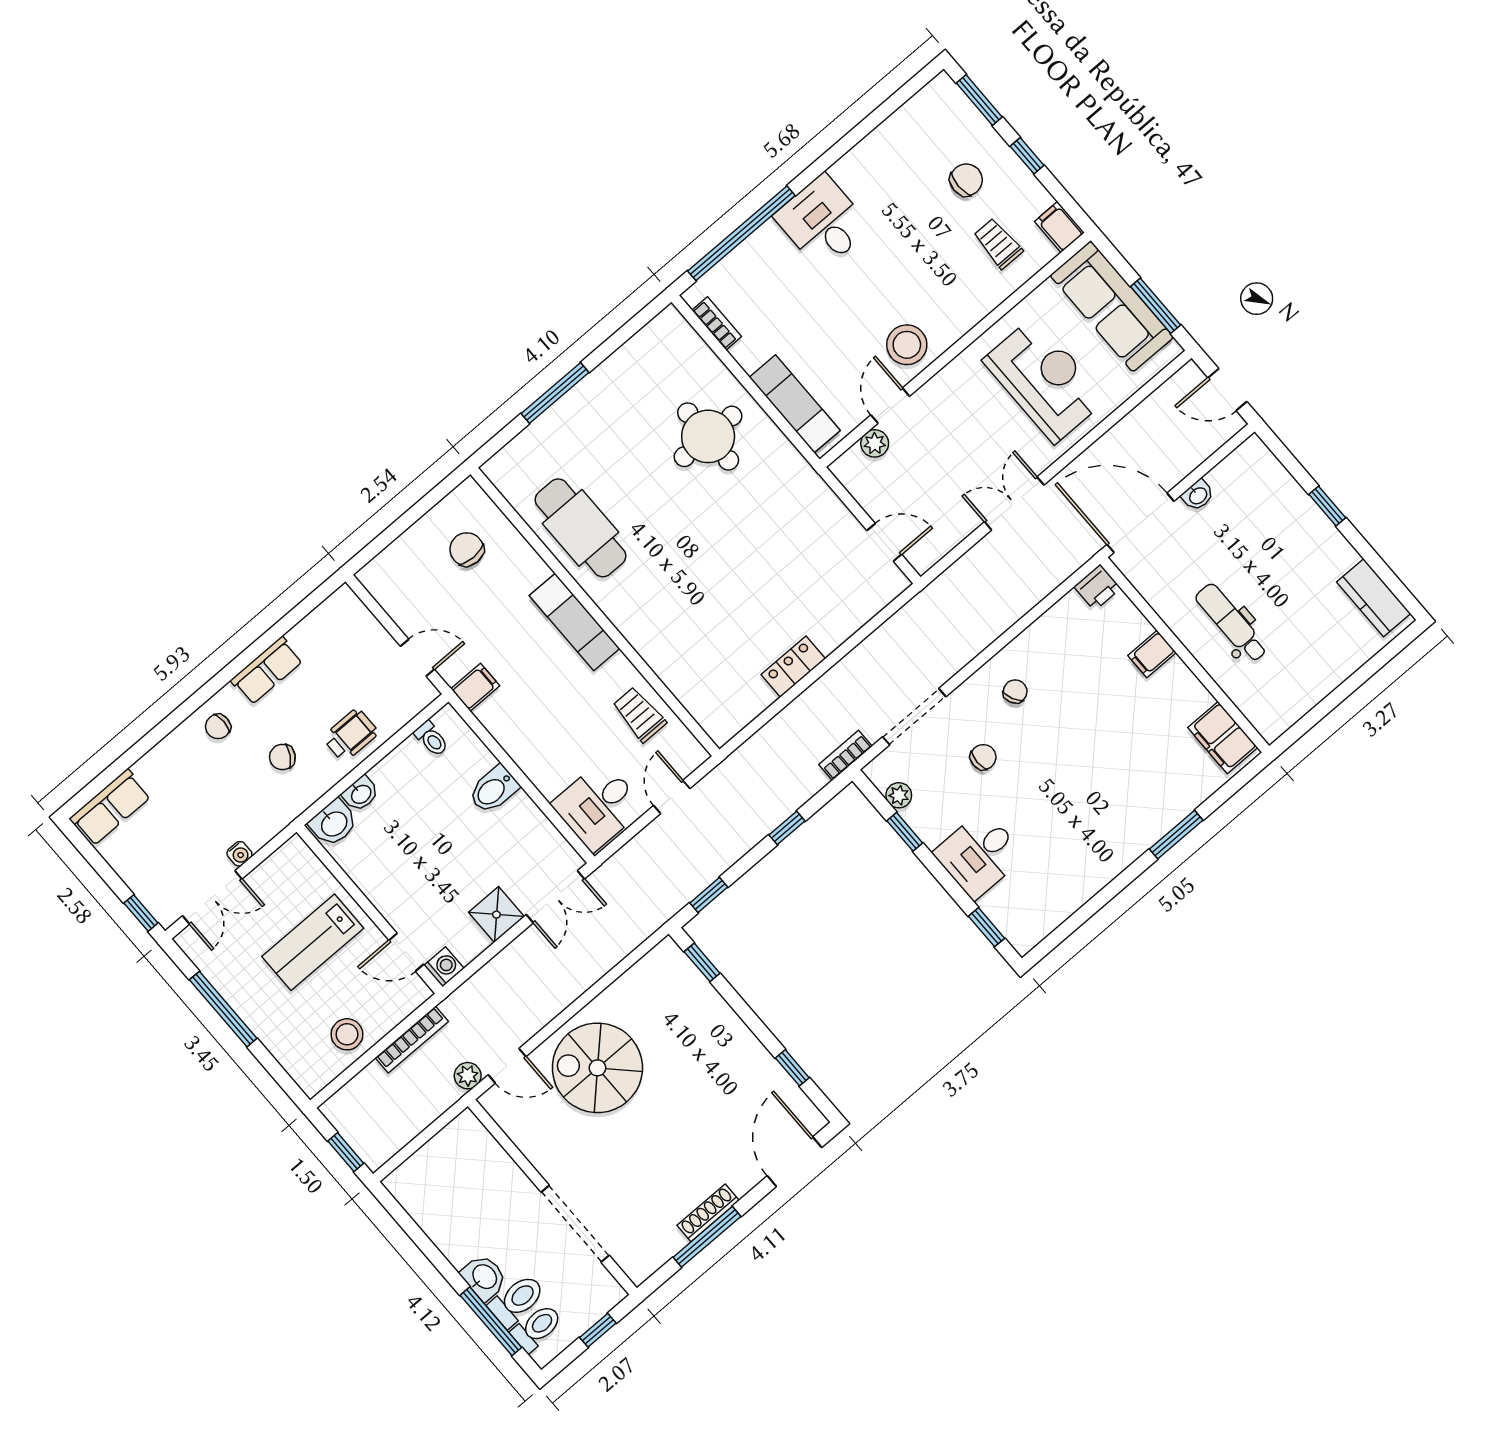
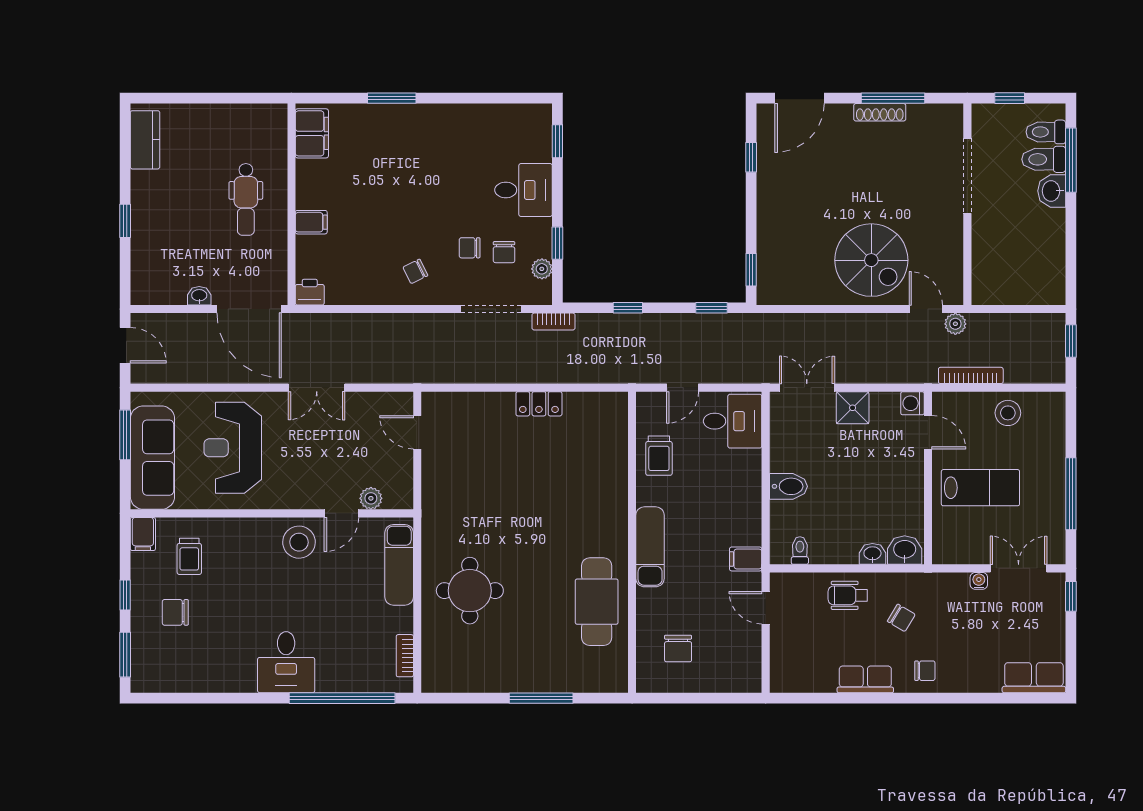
chair: (948, 781) -> (504, 252), added

